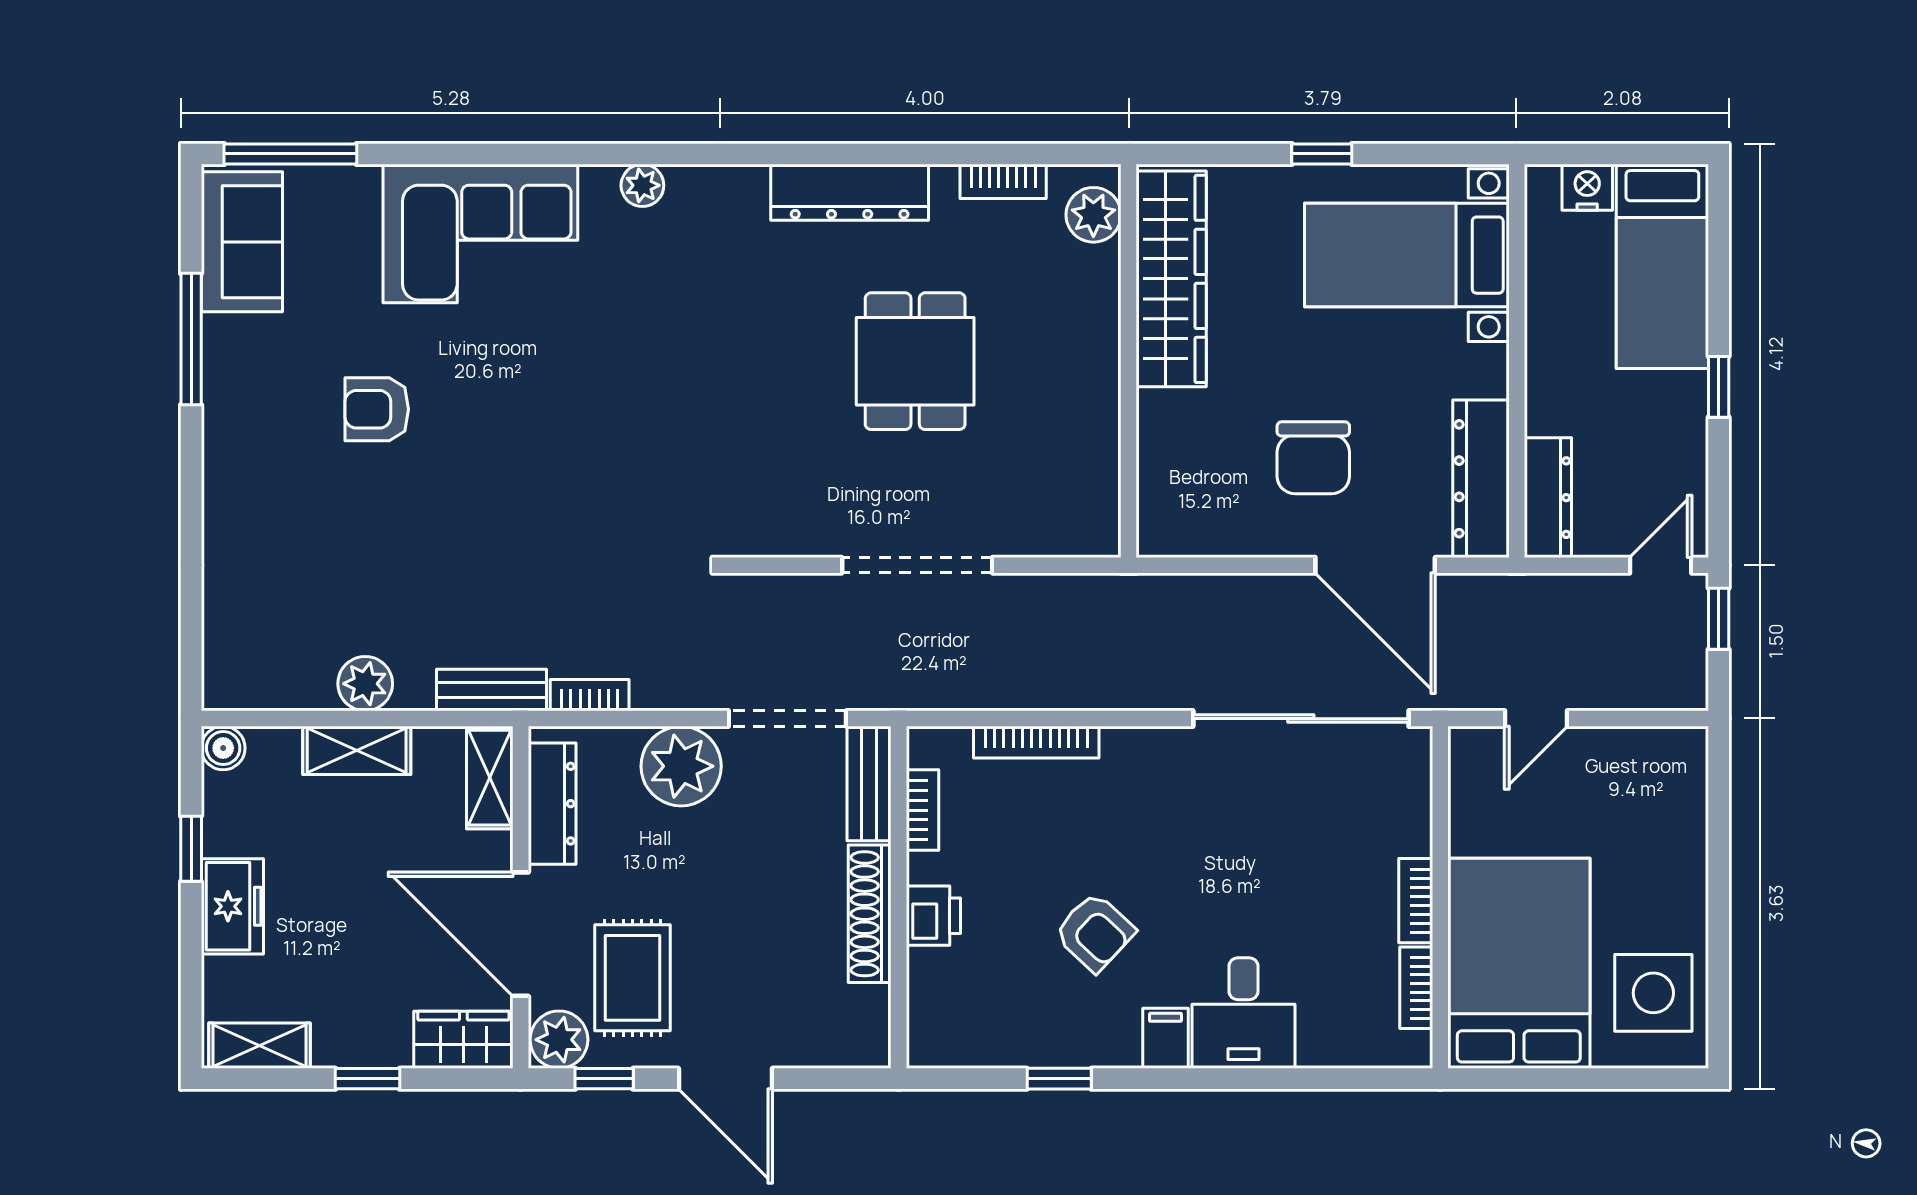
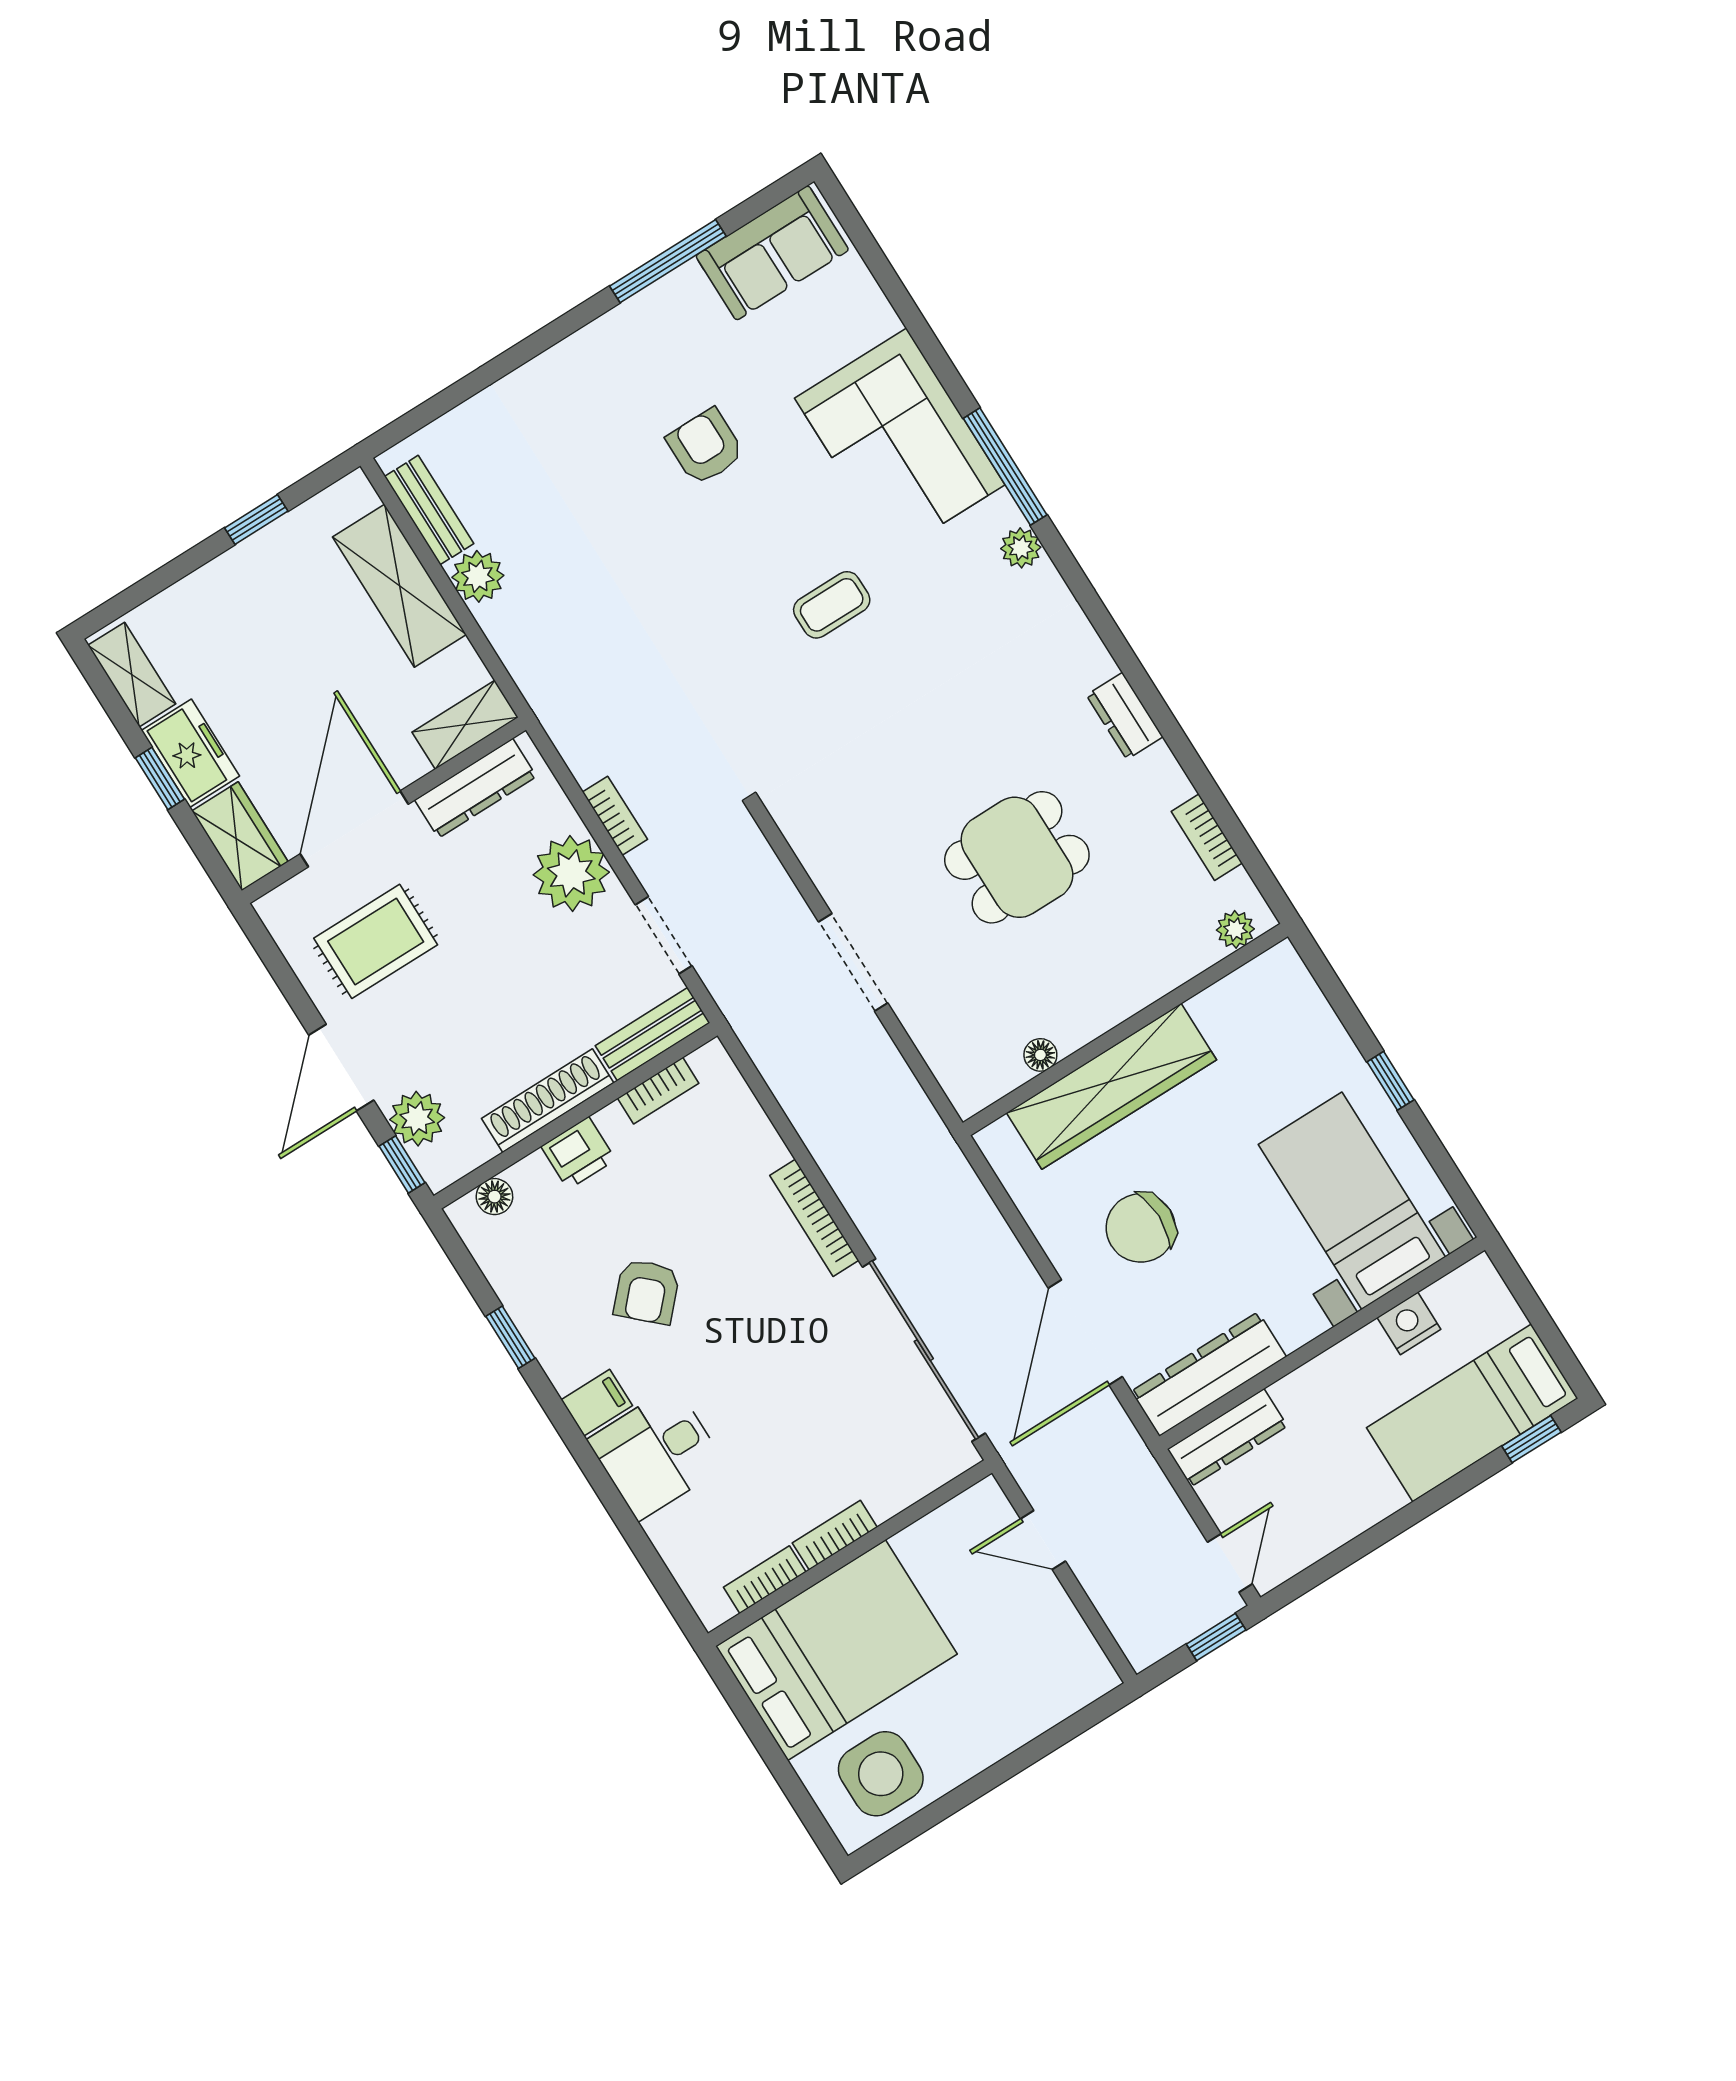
window: (290, 154) -> (1005, 467), moved
nightstand: (1587, 187) -> (1409, 1323), moved, turned -90
dresser: (850, 192) -> (1125, 716), width x0.51, depth x0.80
plant: (1093, 215) -> (1235, 929), width x0.73, depth x0.73
wardrobe: (1171, 279) -> (1111, 1086), moved
coffee table: (588, 385) -> (832, 605), added
window: (1719, 387) -> (1531, 1439), moved
floor lamp: (1104, 451) -> (1040, 1055), added
doorway: (917, 565) -> (853, 962), width x0.73
door: (1661, 565) -> (1230, 1563), hinge flipped
bench: (491, 690) -> (429, 510), moved
bookcase: (590, 695) -> (615, 816), moved
doorway: (787, 719) -> (664, 935), width x0.73
bookcase: (1036, 742) -> (814, 1218), moved
boiler: (223, 748) -> (354, 494), removed
shelving: (357, 750) -> (399, 586), width x1.50, depth x1.33
freezer: (232, 906) -> (190, 753), moved, turned -90
floor lamp: (925, 1014) -> (494, 1197), added
plant: (559, 1040) -> (417, 1119), moved
window: (604, 1079) -> (402, 1164), moved

